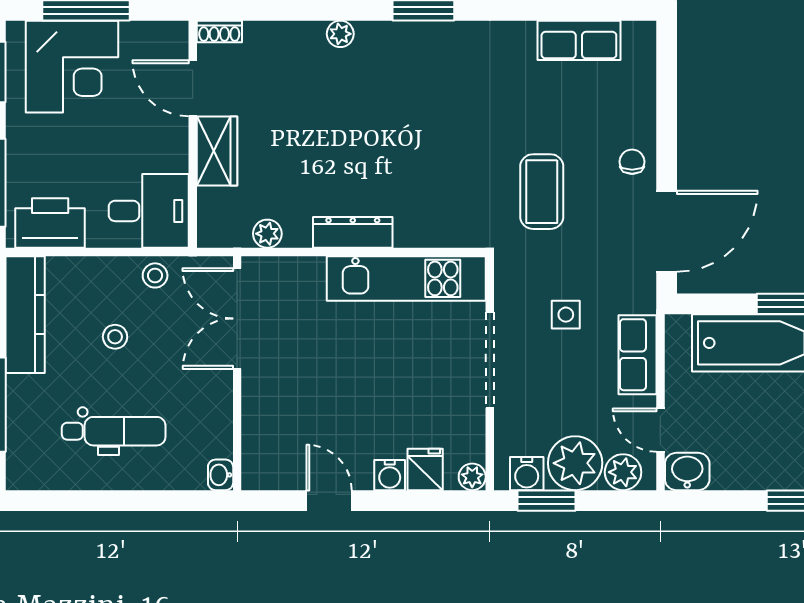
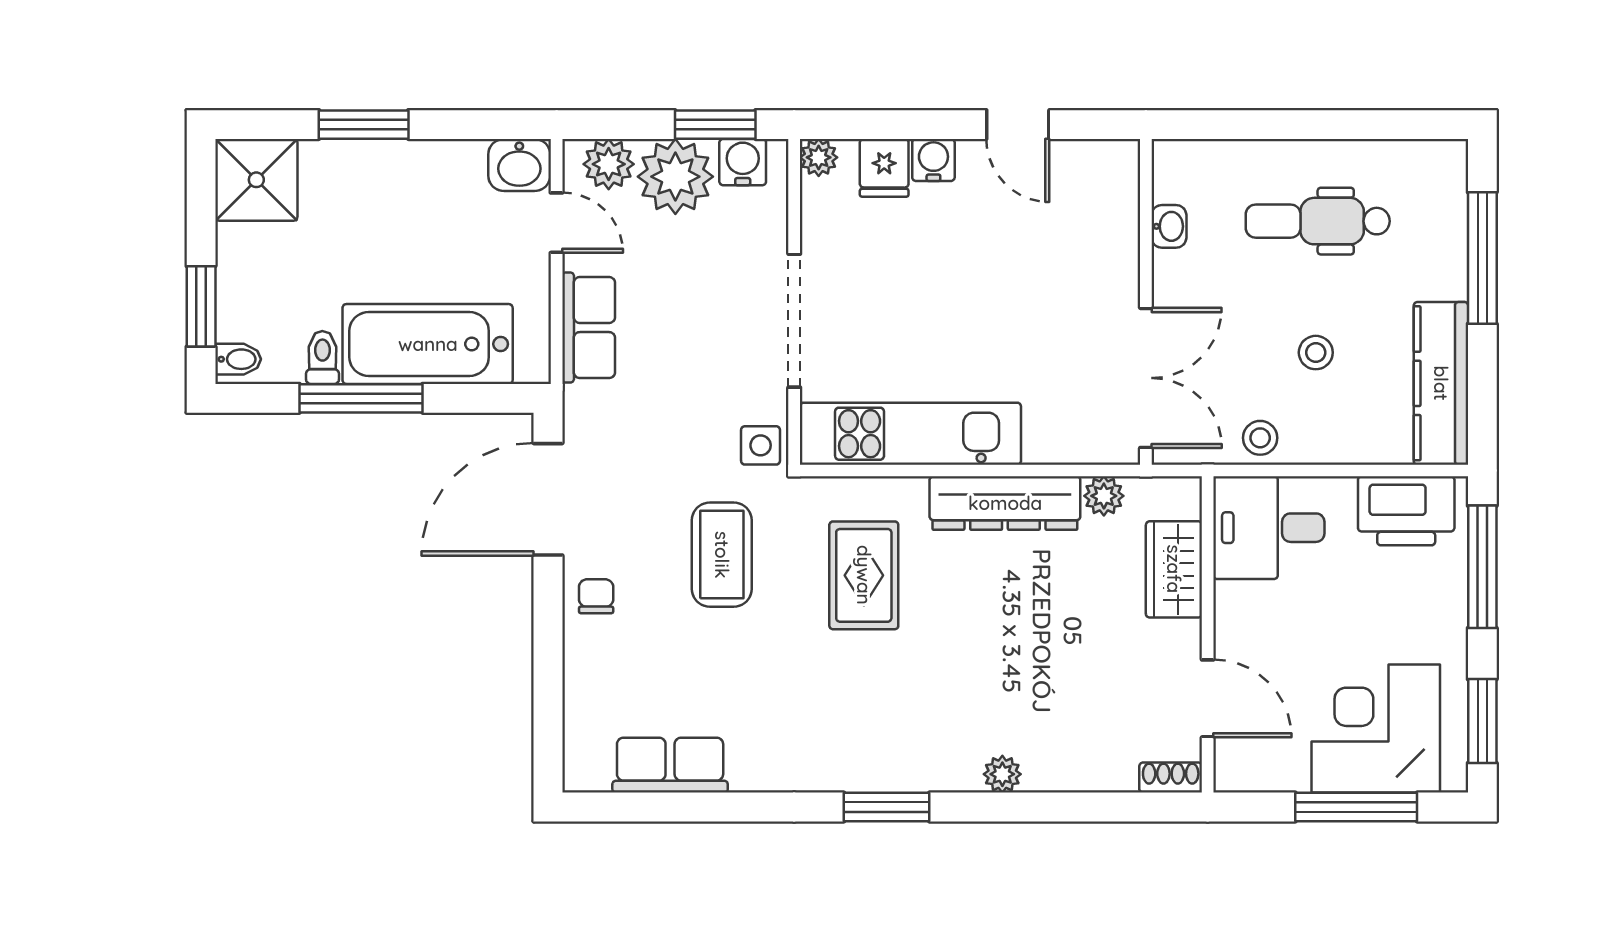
wardrobe: (217, 151) -> (1174, 569), moved
chair: (632, 162) -> (596, 596), turned 180
rug: (440, 177) -> (864, 575), added
dresser: (353, 232) -> (1005, 503), width x1.37, depth x1.24
side table: (566, 315) -> (761, 445), moved
washbasin: (221, 475) -> (1169, 226), moved

